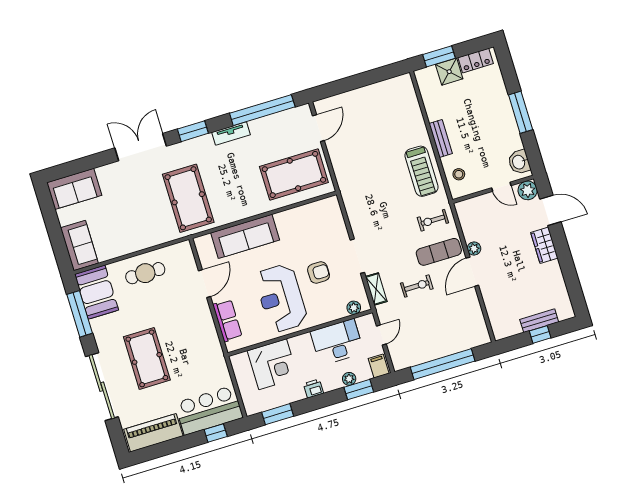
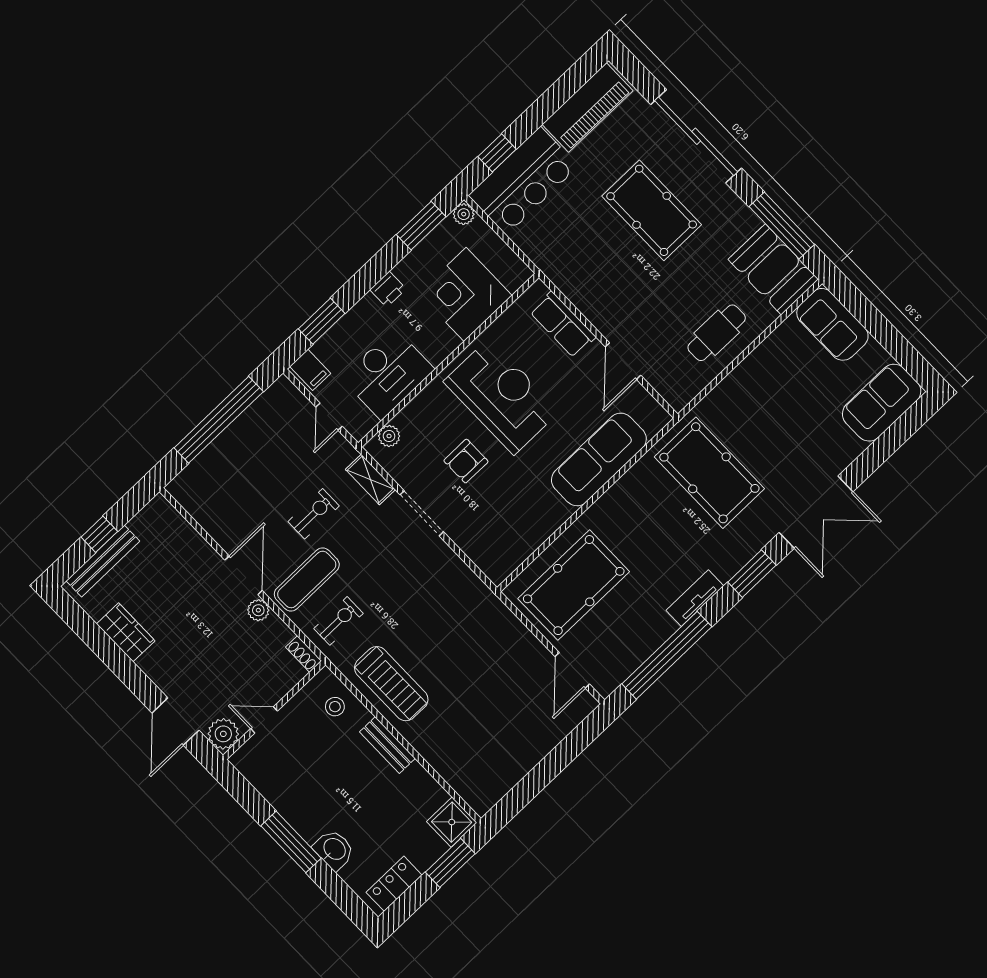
shower: (449, 72) -> (452, 822), moved
washbasin: (519, 162) -> (334, 850), moved
treadmill: (421, 171) -> (391, 684), turned 180
door: (550, 210) -> (176, 722), hinge flipped
shoe rack: (461, 212) -> (304, 654), added
wardrobe: (544, 245) -> (126, 632), moved
exercise bike: (417, 286) -> (314, 514), turned 180
bench: (539, 321) -> (103, 561), width x1.36
plant: (349, 379) -> (464, 214), moved

